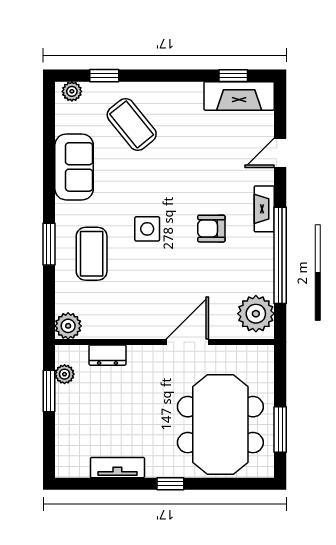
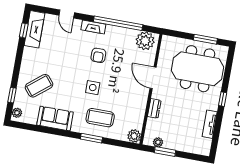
dresser: (107, 355) -> (154, 108), moved

